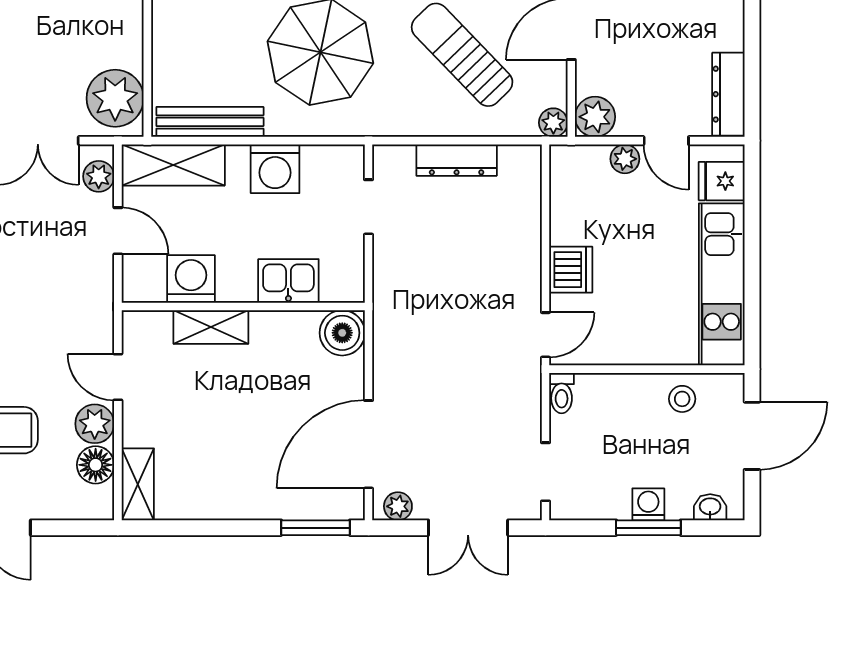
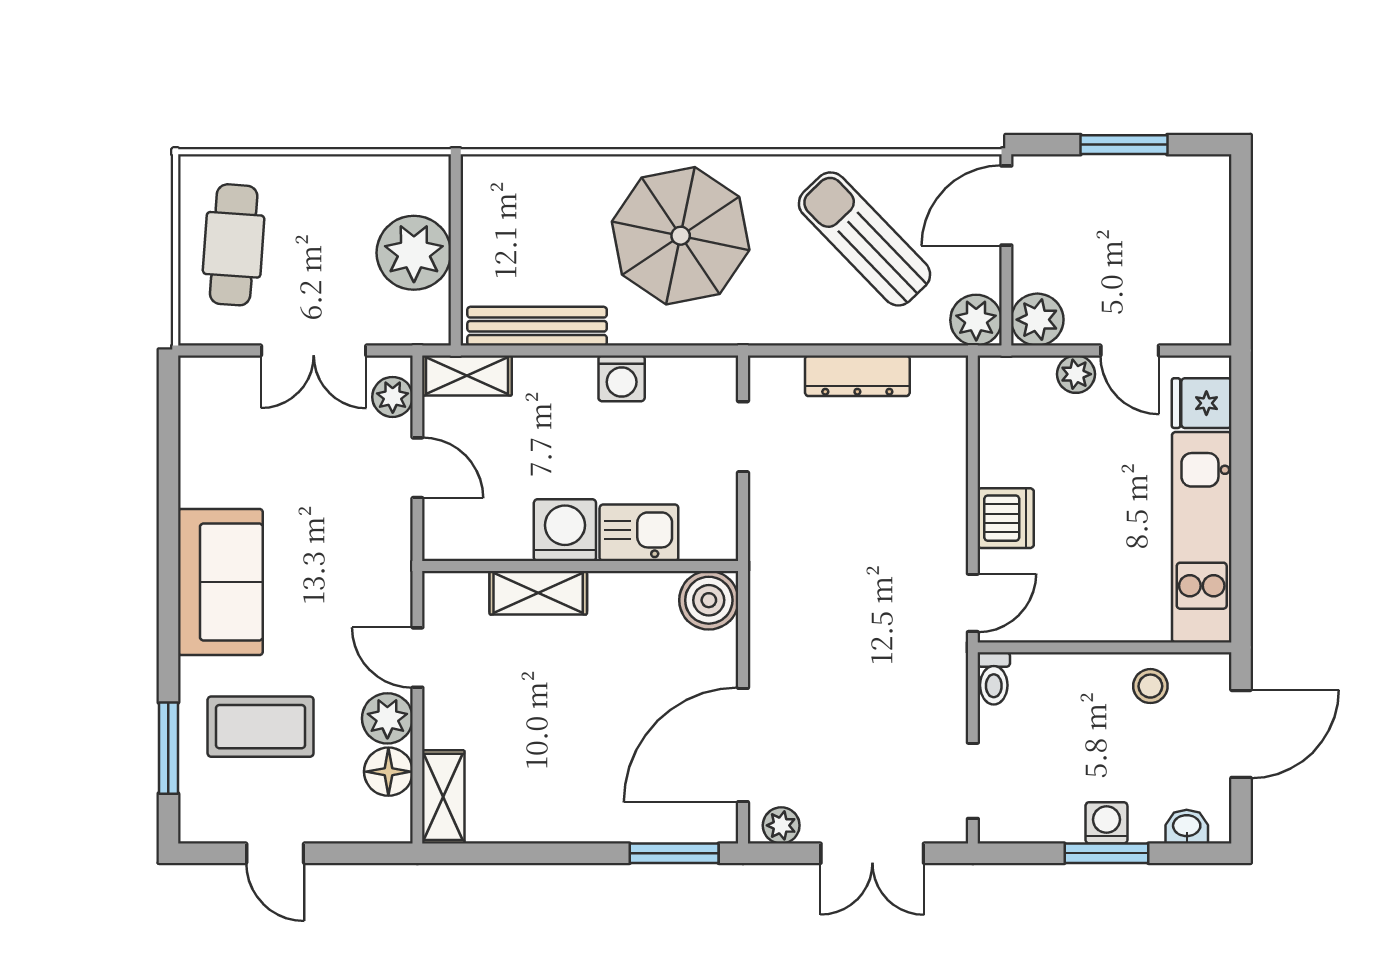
dresser: (728, 94) -> (1210, 290), removed
plant: (115, 98) -> (414, 253), moved
plant: (553, 123) -> (976, 320), width x1.38, depth x1.38
shelving: (173, 165) -> (467, 375), width x0.67, depth x0.75
washing machine: (275, 169) -> (622, 378), width x0.73, depth x0.73
washing machine: (191, 279) -> (565, 530), moved

